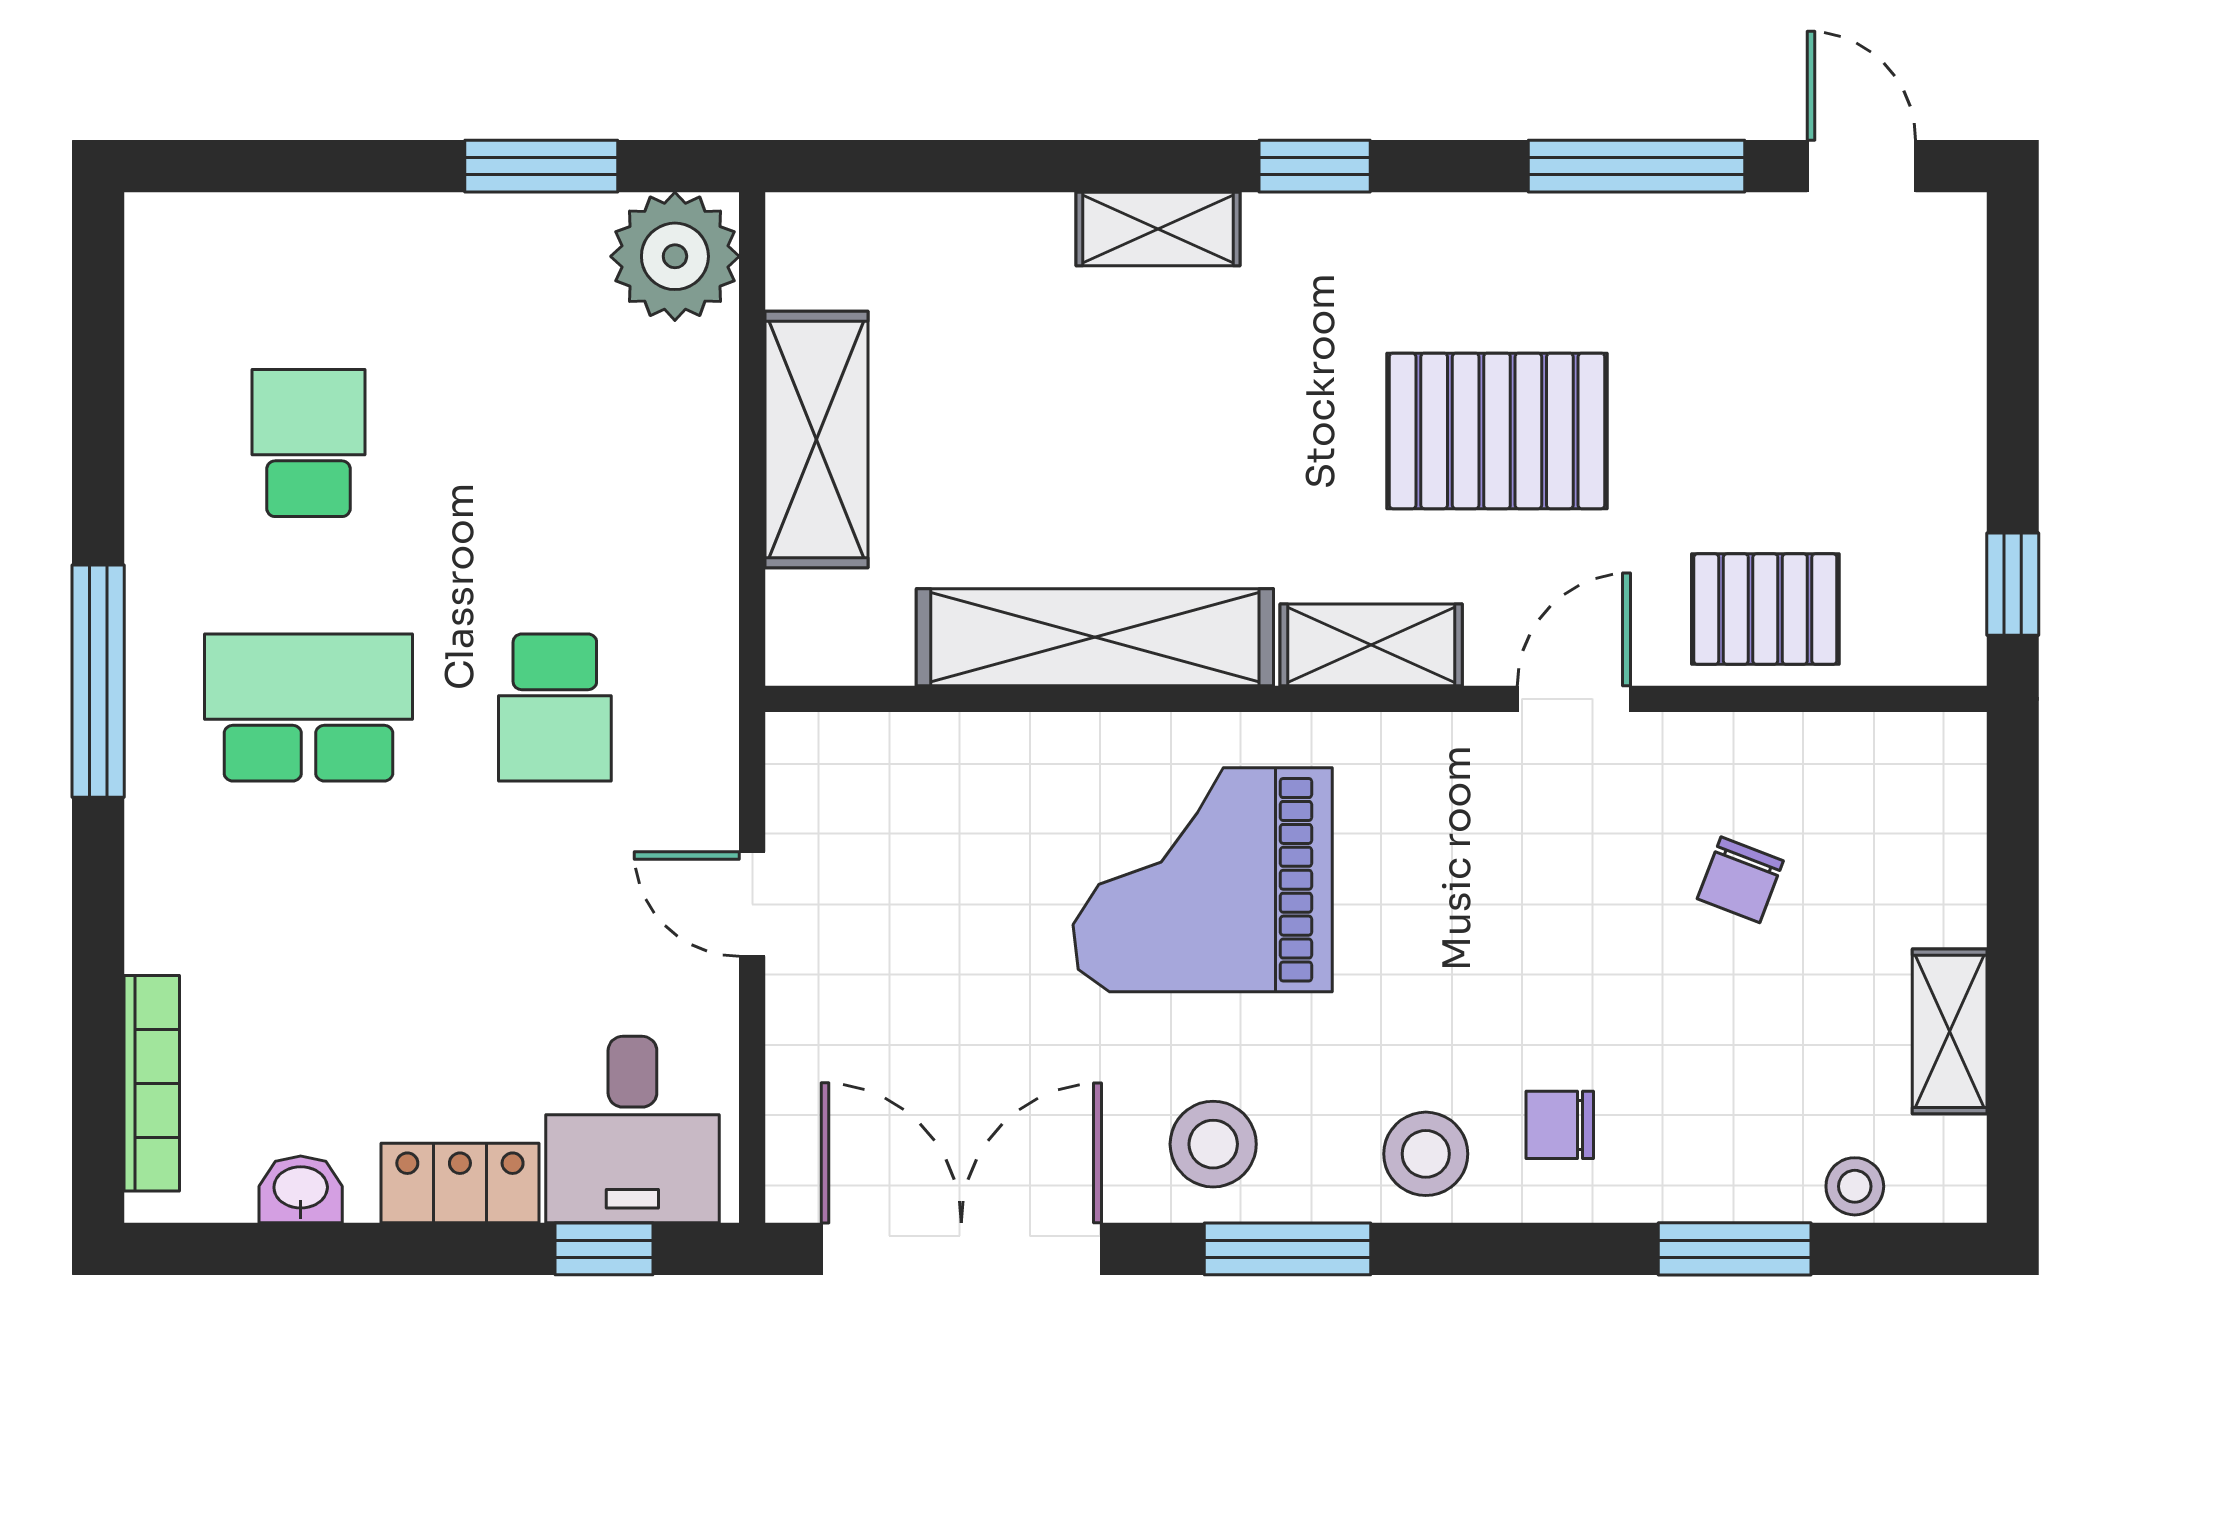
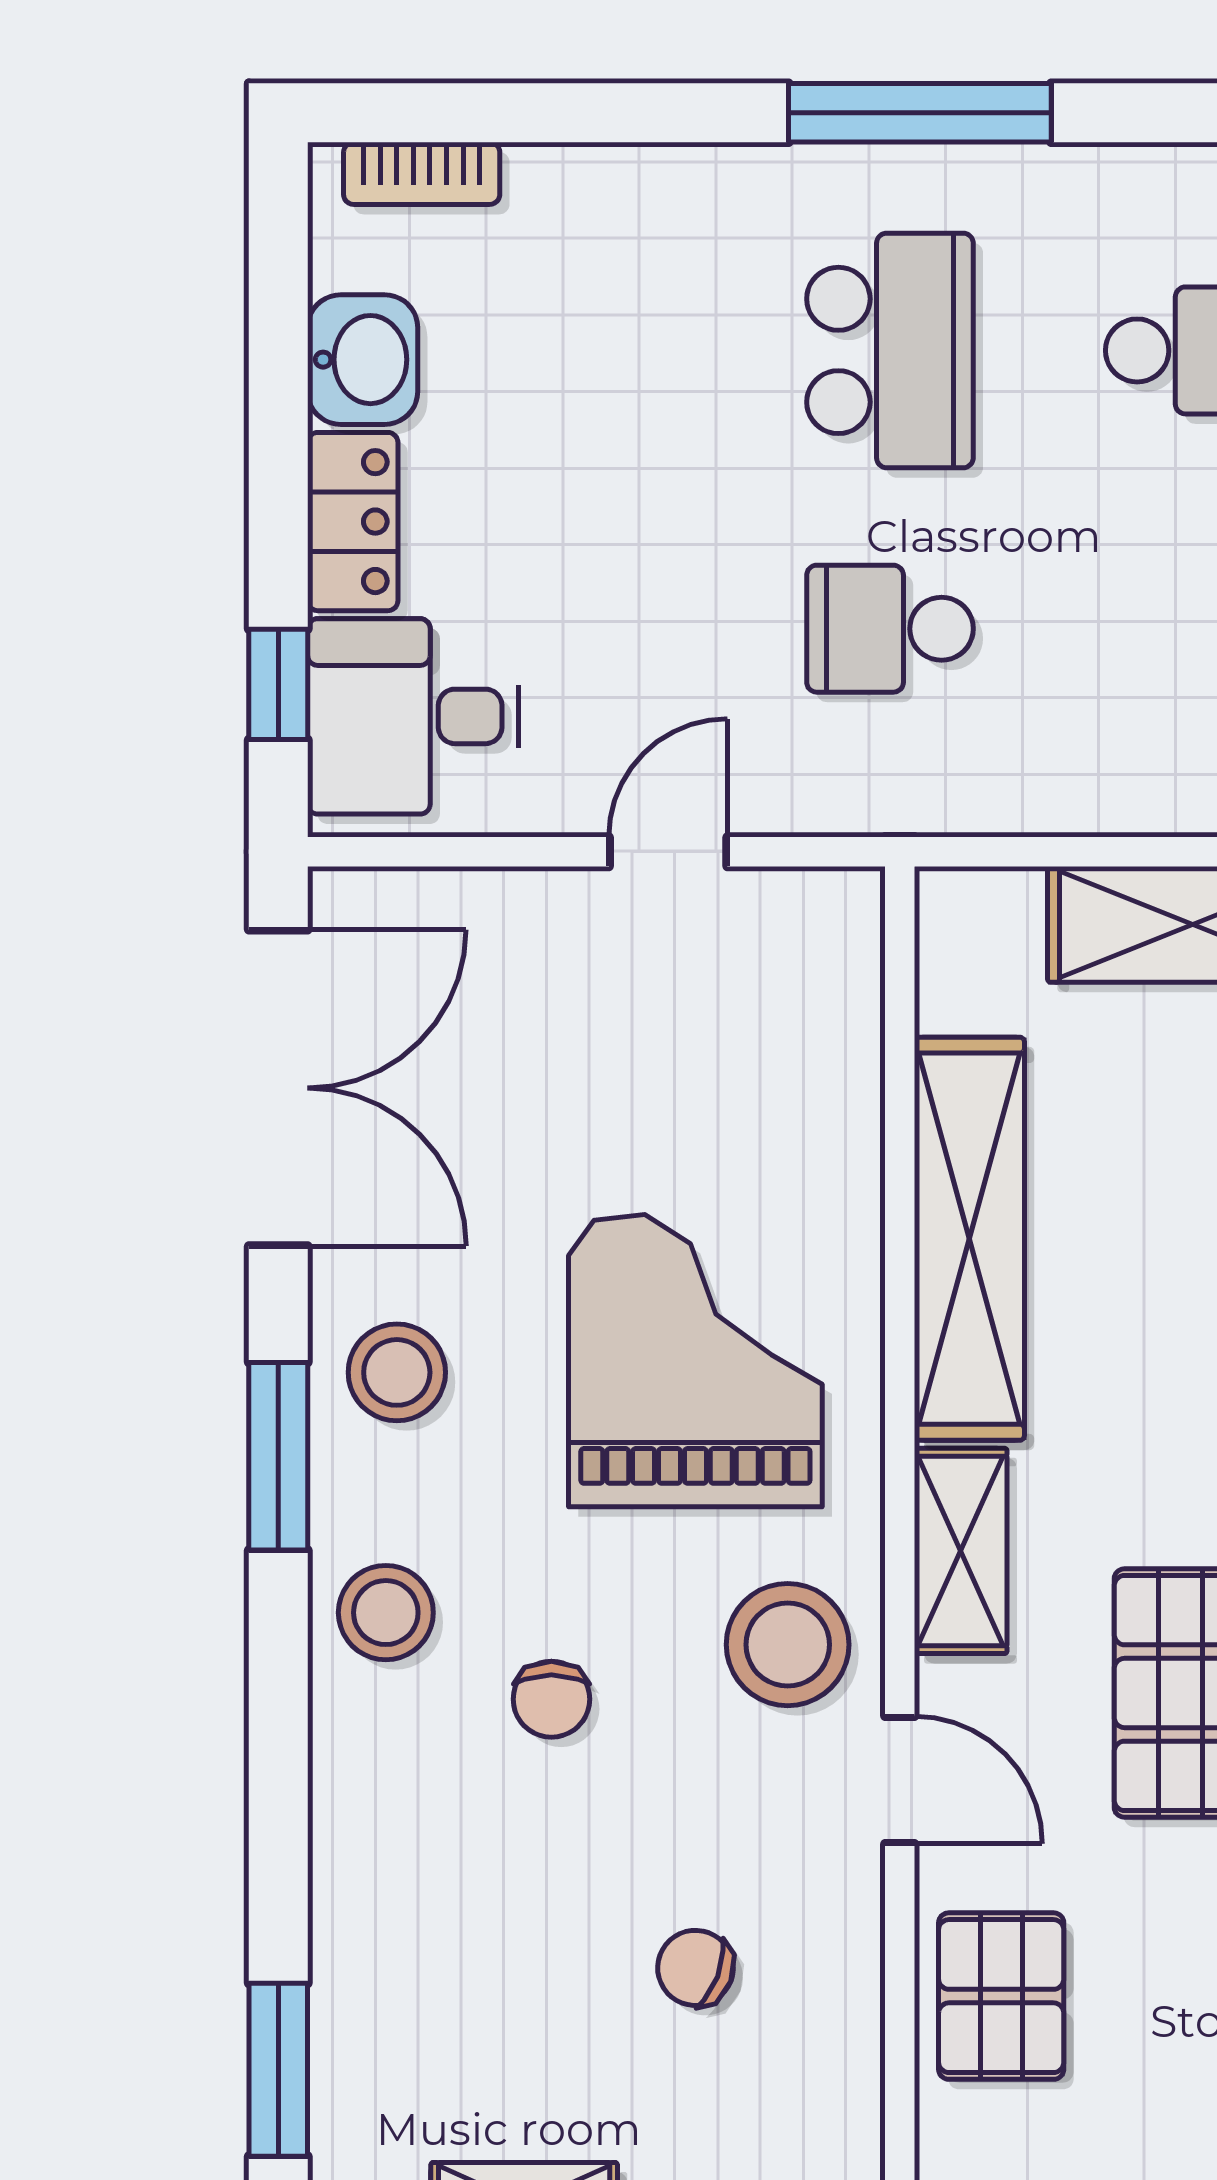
bookcase: (152, 1083) -> (422, 173), width x0.64
chair: (1560, 1125) -> (551, 1699), moved, turned 180
stool: (1855, 1186) -> (788, 1645), moved, width x1.89, depth x1.89
washbasin: (301, 1189) -> (363, 360), width x1.38, depth x1.45
window: (1735, 1249) -> (278, 2070), moved

